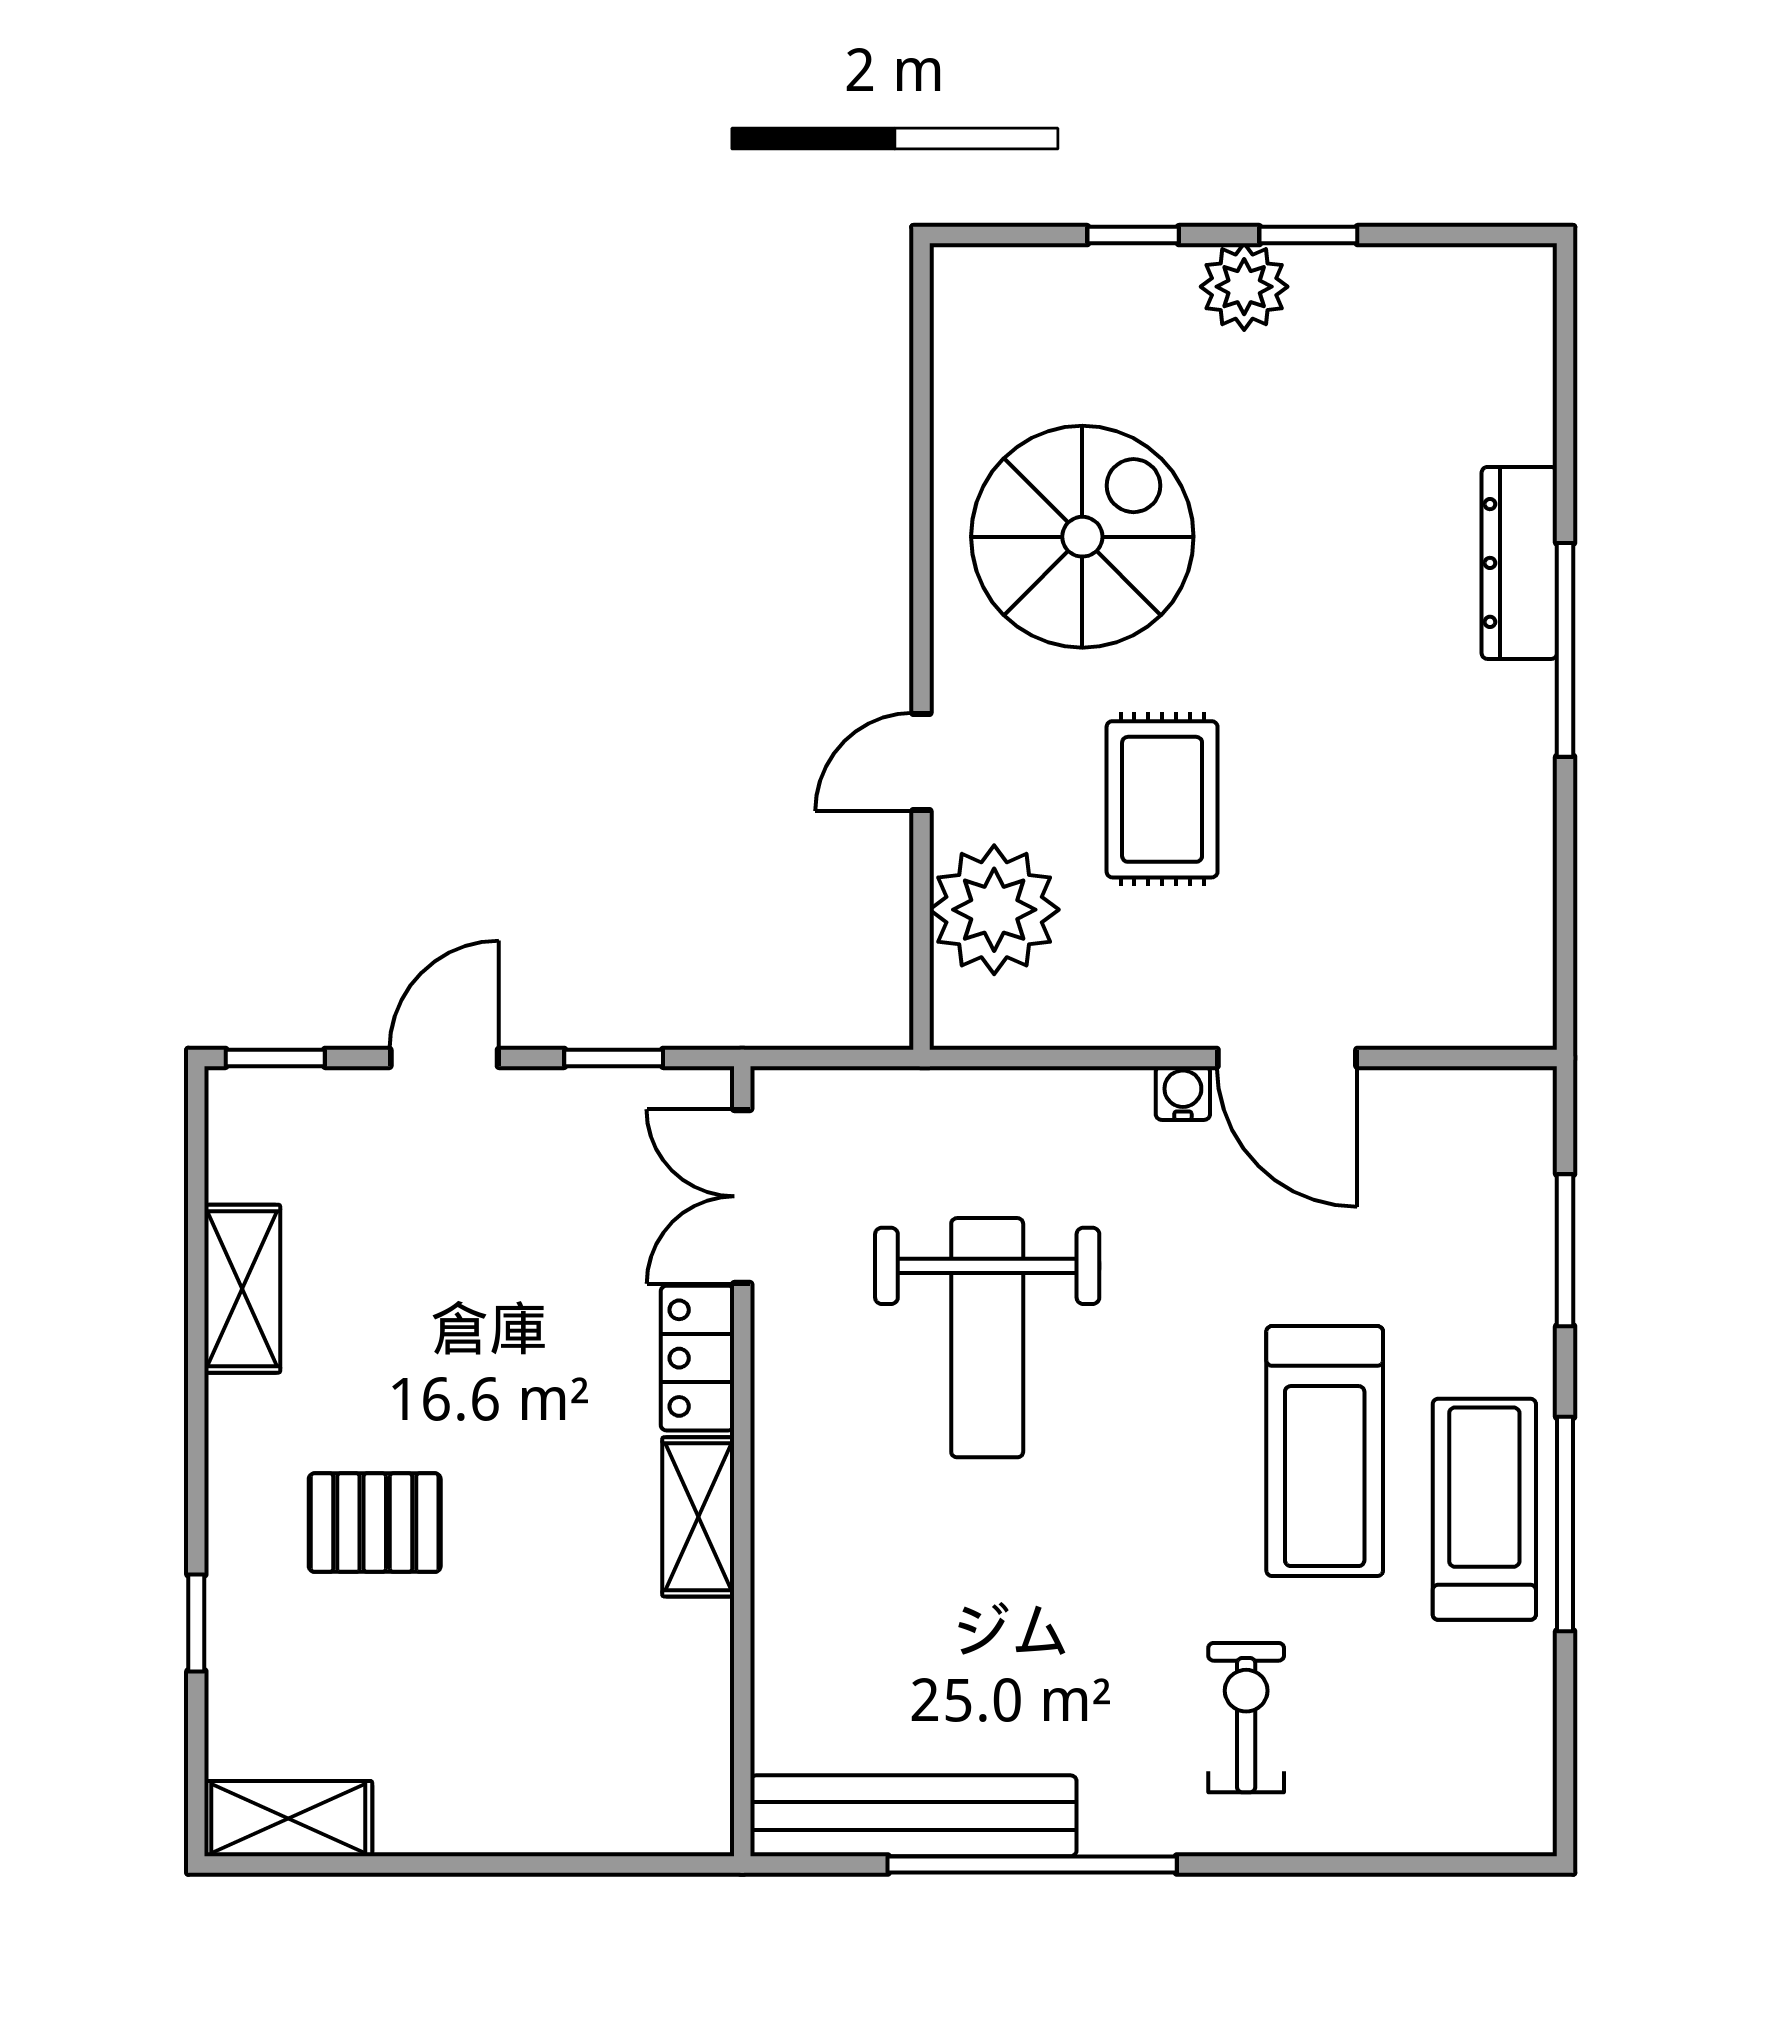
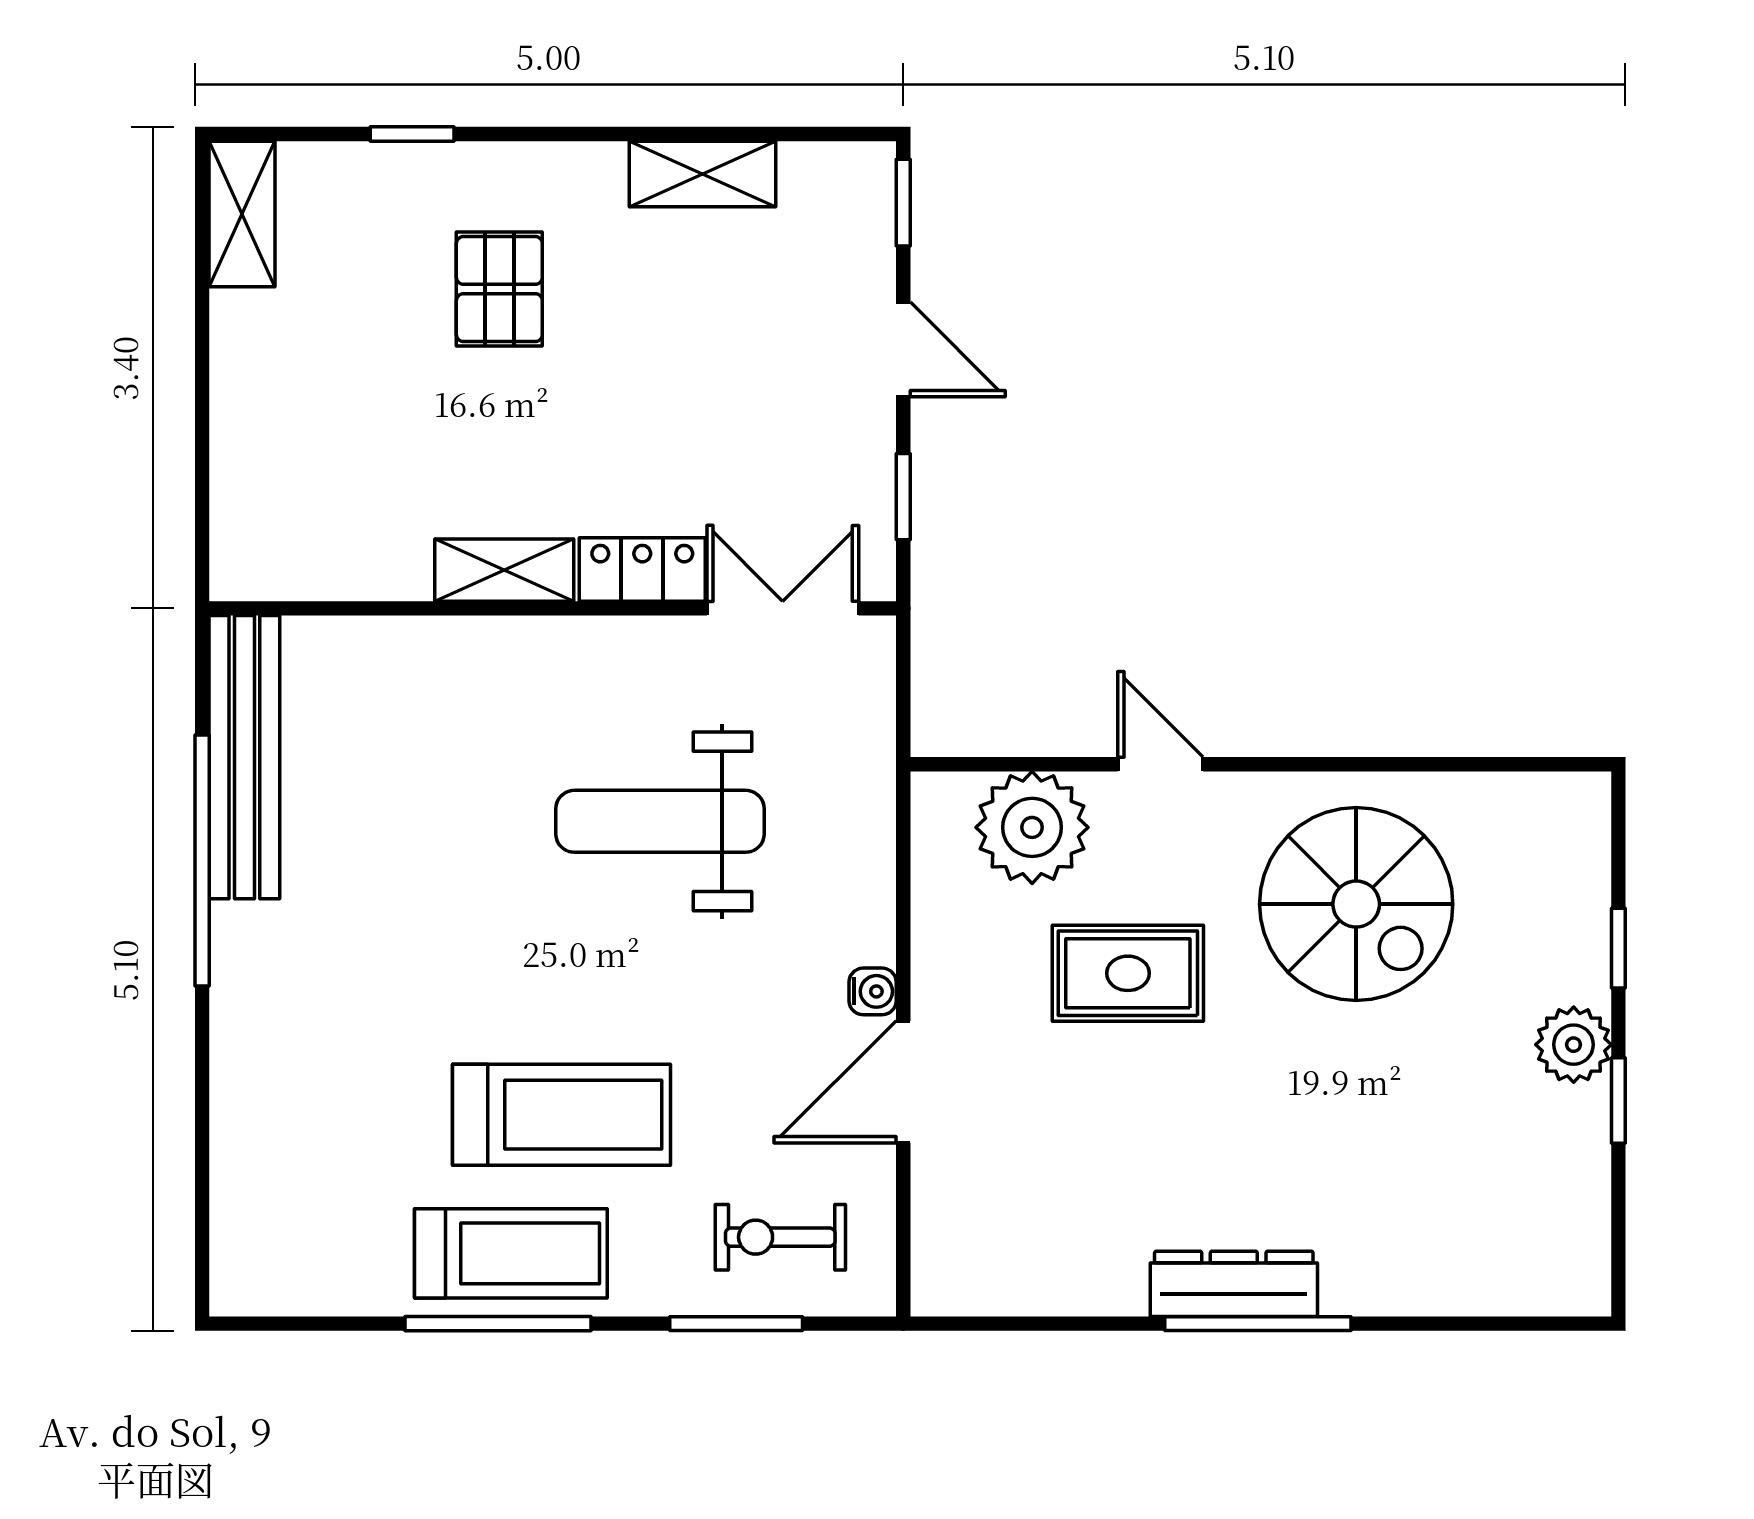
dresser: (1519, 563) -> (1234, 1284), moved
treadmill: (1325, 1451) -> (561, 1115), turned 180
exercise bike: (1246, 1718) -> (780, 1237), moved, turned 180

